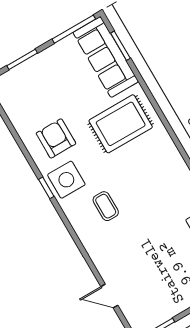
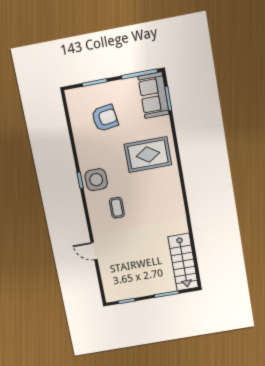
sofa: (106, 57) -> (154, 95), width x0.73
armchair: (56, 138) -> (105, 118), moved, turned 82
door: (109, 296) -> (94, 251), moved

